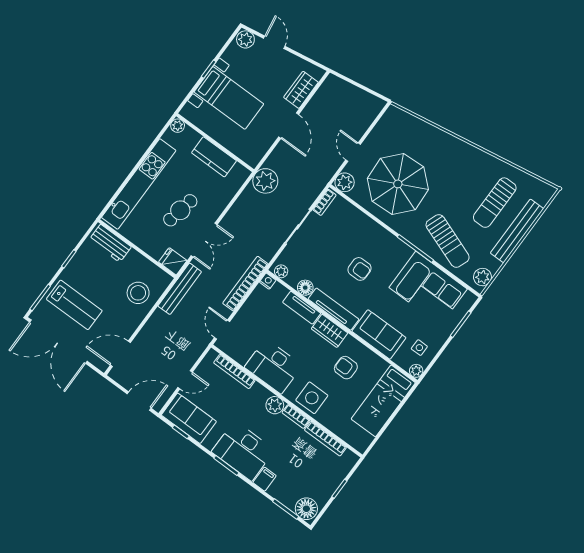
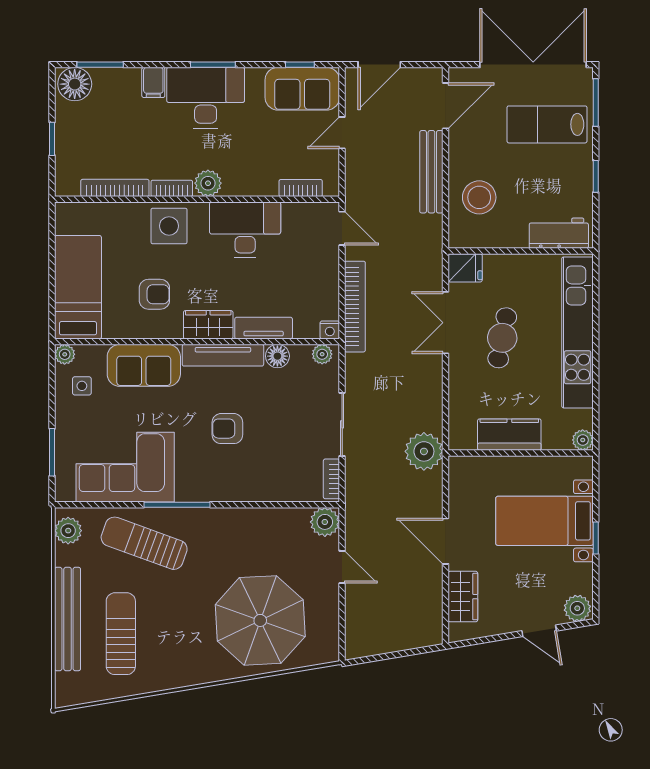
parasol: (398, 184) -> (260, 620), moved
bench: (180, 289) -> (431, 172), moved
bookcase: (234, 371) -> (301, 188), width x0.64

